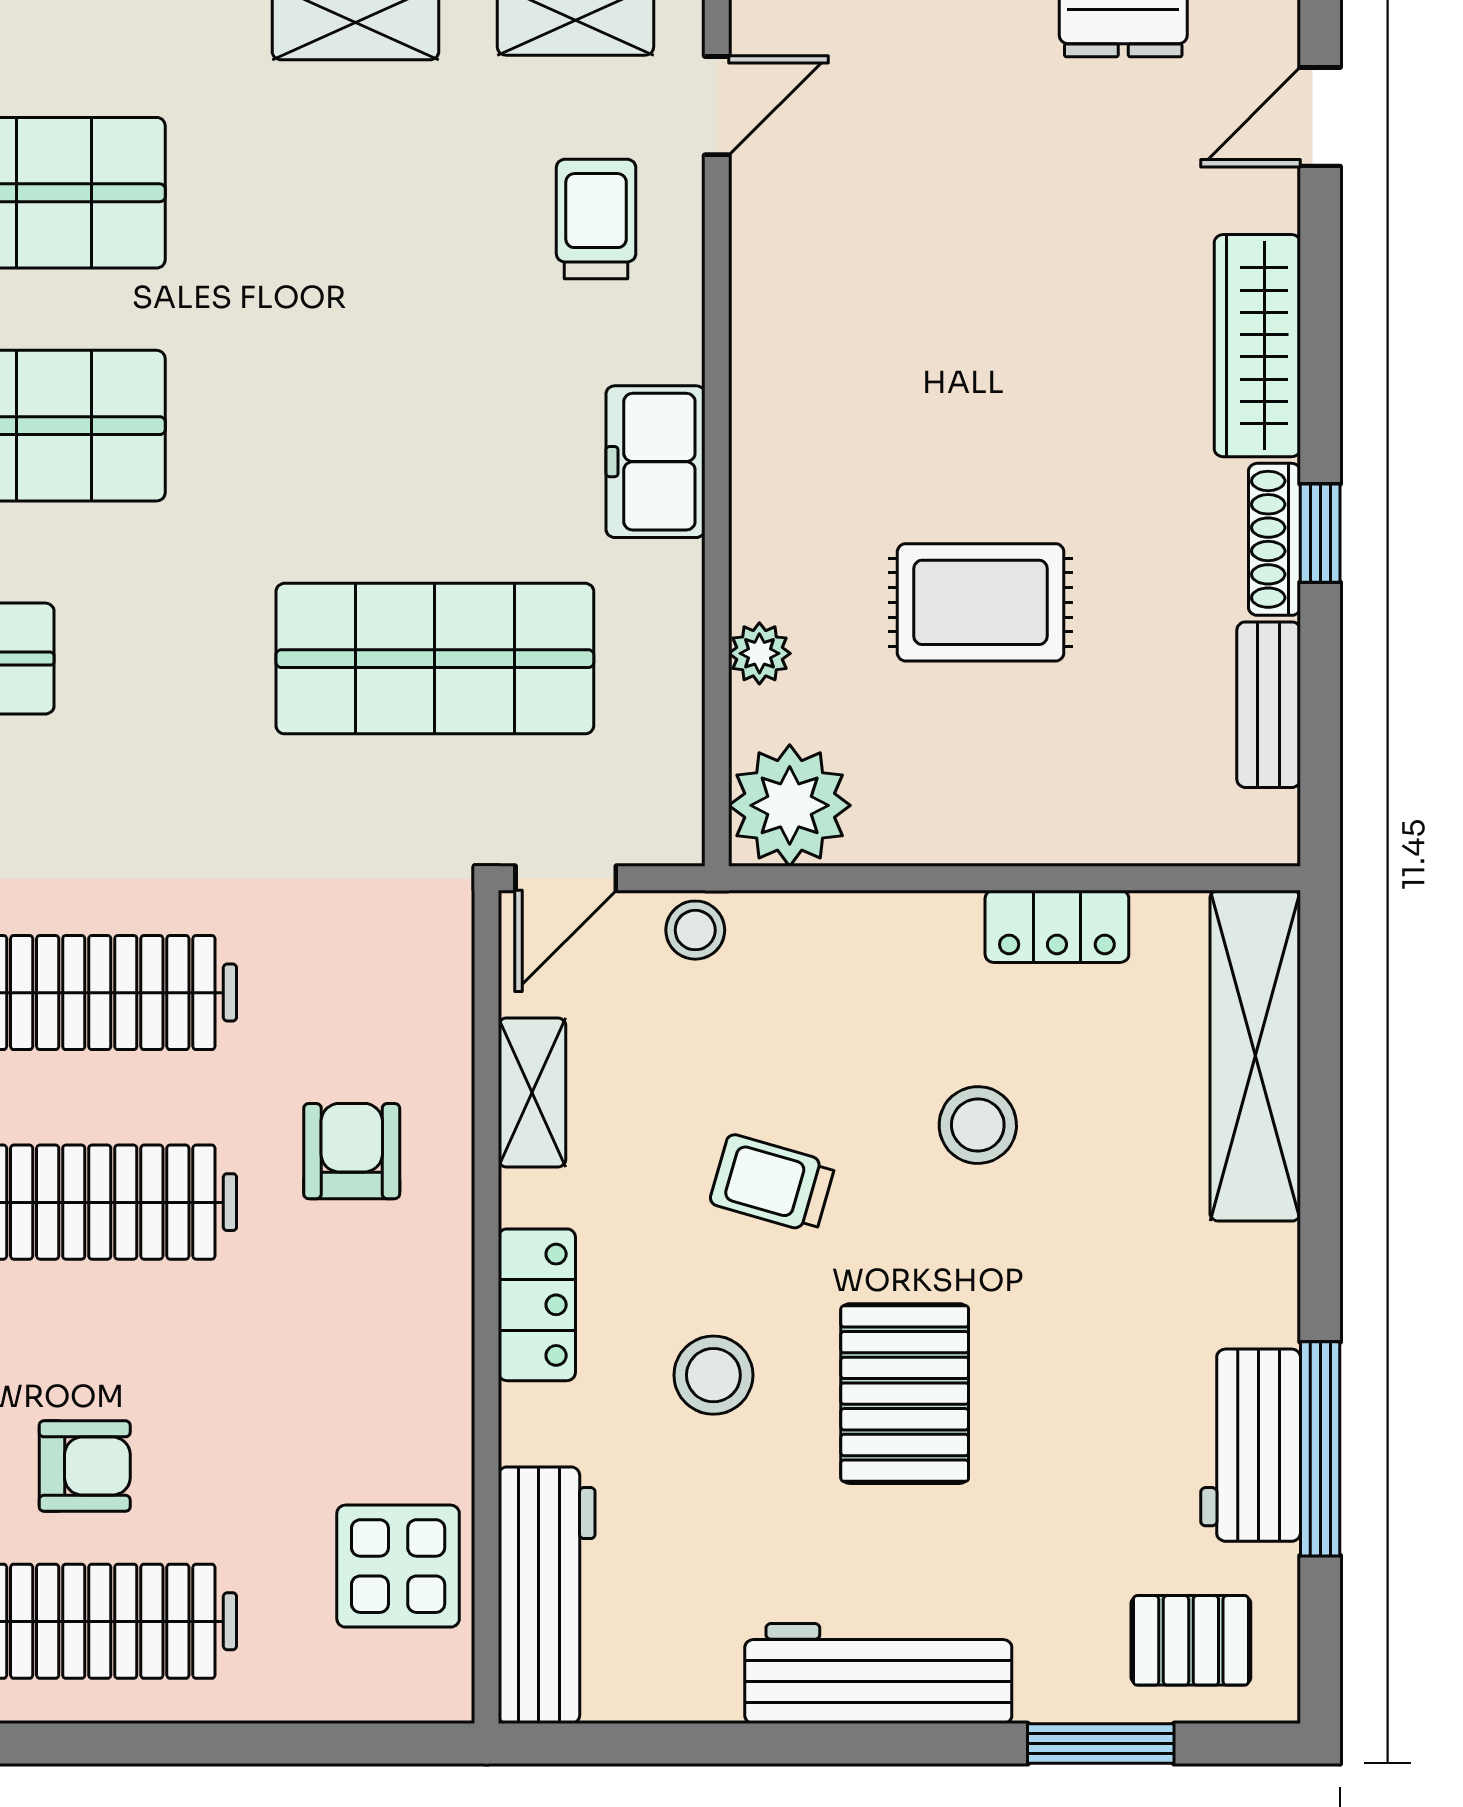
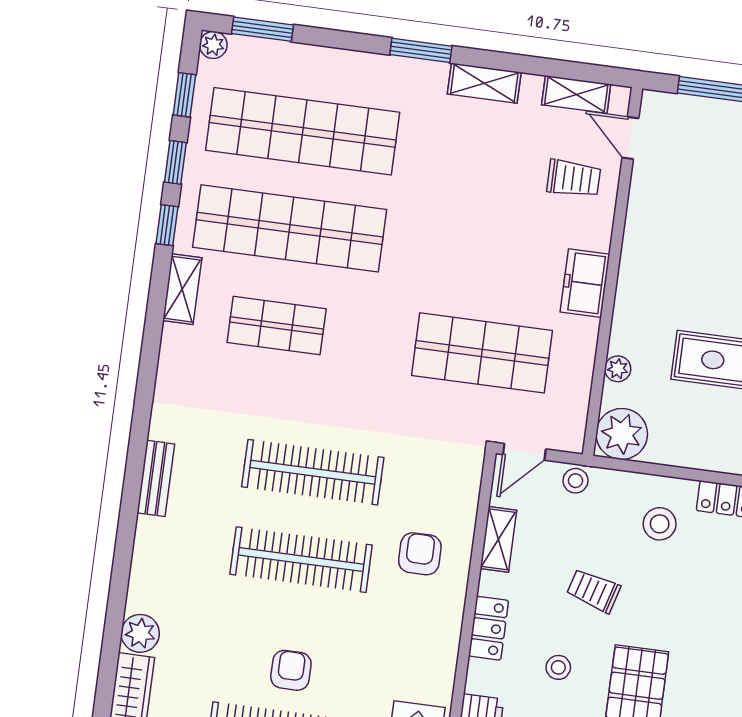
door: (717, 106) -> (630, 138), swing flipped
trolley: (596, 219) -> (574, 179), turned 90
stool: (978, 1125) -> (660, 524), moved
stool: (713, 1375) -> (558, 667), width x0.73, depth x0.73
armchair: (85, 1466) -> (291, 670), turned -90

